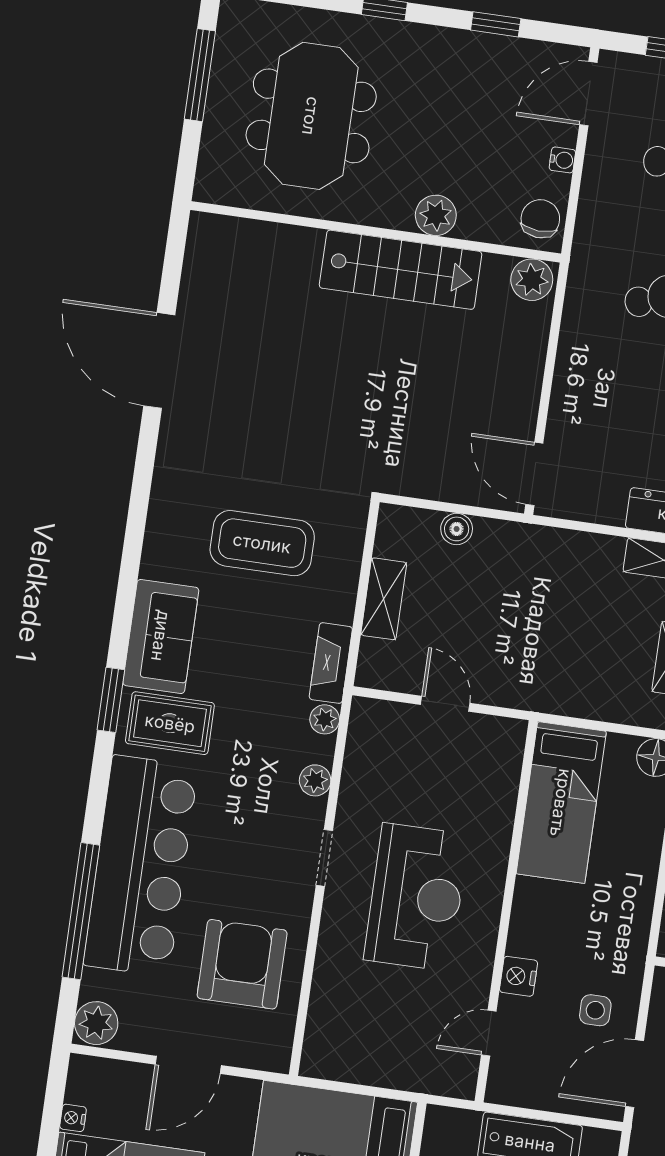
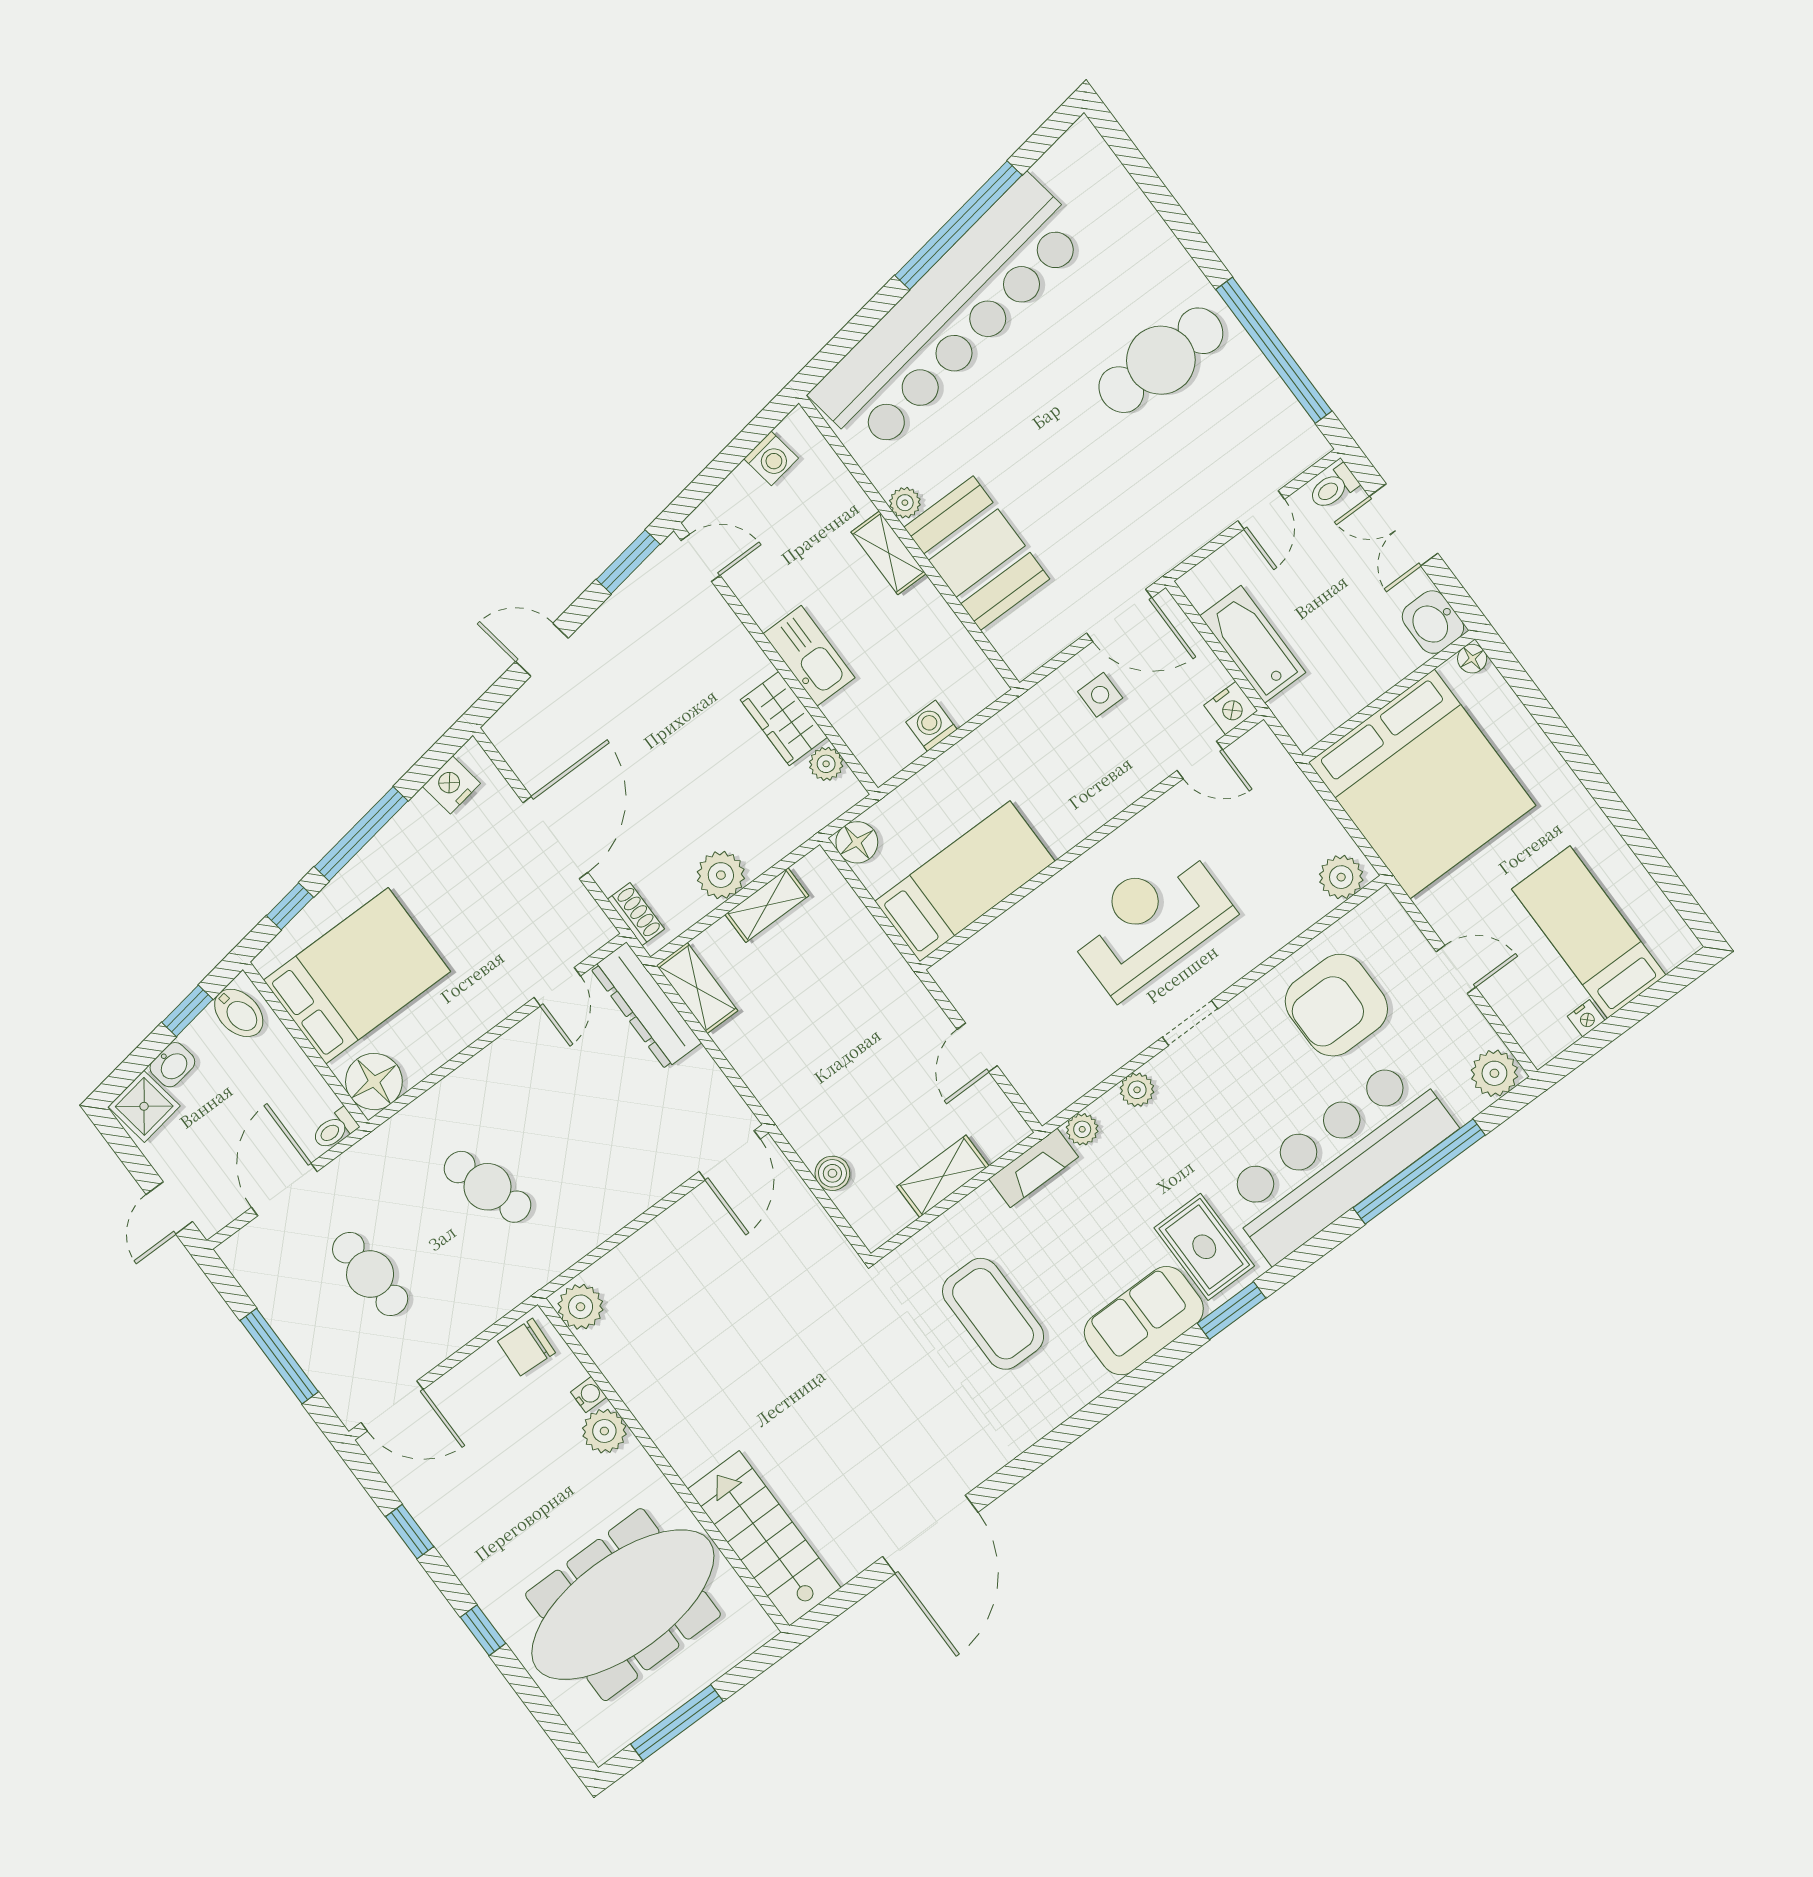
meeting table: (311, 116) -> (623, 1605), width x1.36
water cooler: (562, 160) -> (589, 1395), moved, turned 90
stairs: (401, 270) -> (764, 1538), moved
nightstand: (519, 976) -> (1231, 708), moved
plant: (322, 1050) -> (1341, 877), added
door: (188, 1065) -> (1456, 969), width x0.73

